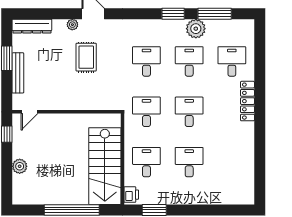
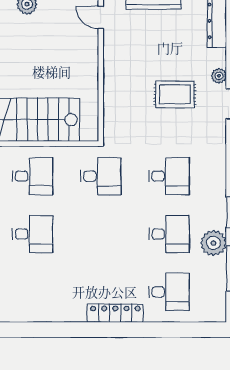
desk: (189, 112) -> (101, 234), removed

